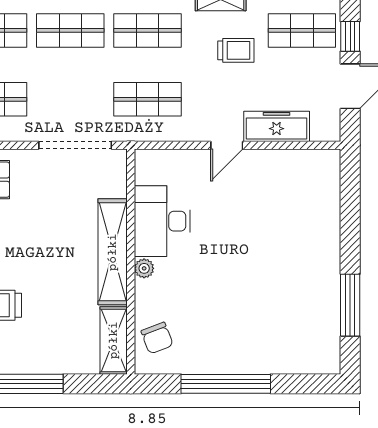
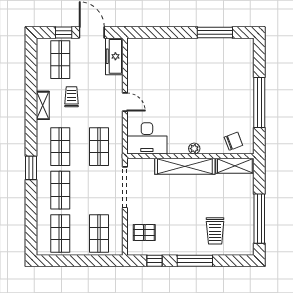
freezer: (277, 126) -> (114, 56), moved
desk: (162, 221) -> (147, 138), moved

